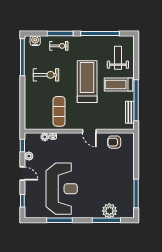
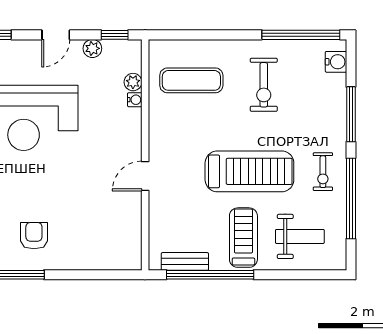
exercise bike: (59, 46) -> (323, 172), moved
exercise mat: (59, 111) -> (191, 80), moved
armchair: (114, 142) -> (34, 236), moved

